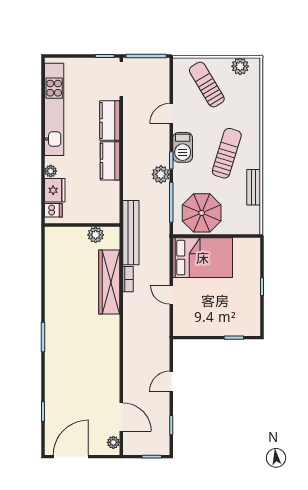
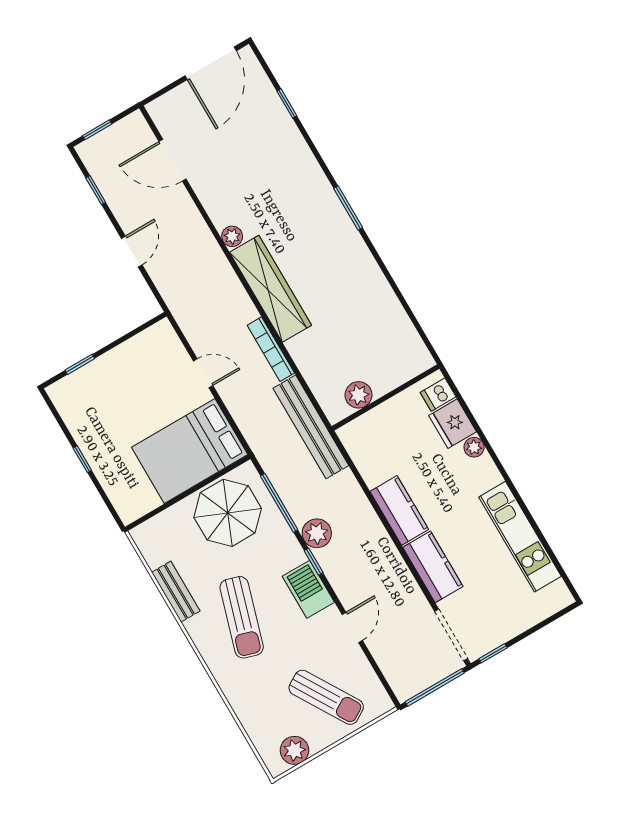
kitchen unit: (54, 109) -> (520, 537), width x0.73
bookcase: (128, 279) -> (271, 349), width x1.56
wardrobe: (109, 282) -> (271, 289), moved
plant: (113, 442) -> (232, 236), moved

